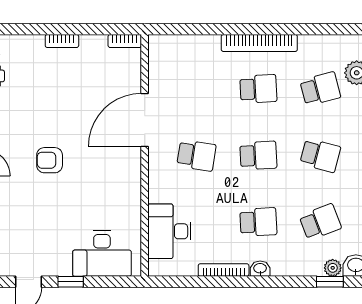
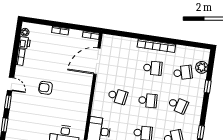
door: (145, 120) -> (97, 61), moved

